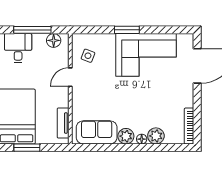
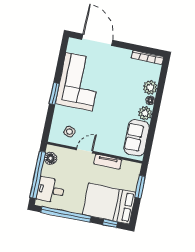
window: (32, 30) -> (38, 175), width x1.46
door: (70, 77) -> (85, 151), swing flipped
tv unit: (63, 123) -> (108, 162), moved
window: (27, 148) -> (140, 187), moved

